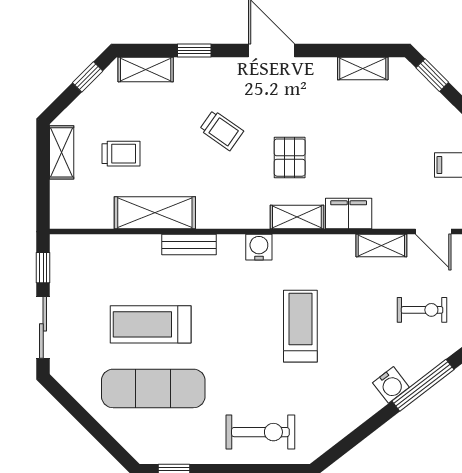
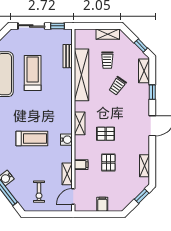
trolley: (222, 130) -> (117, 86), moved
pallet: (355, 151) -> (108, 162), added
shelving: (155, 213) -> (81, 75), width x1.47
filing cabinet: (349, 214) -> (81, 165), width x0.50
shelving: (297, 217) -> (80, 123), moved
bench: (189, 245) -> (68, 56), moved
water cooler: (259, 247) -> (66, 140), moved

